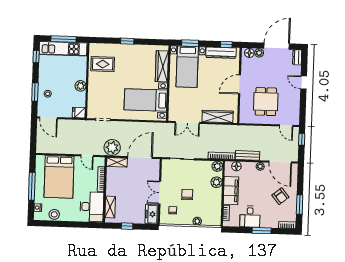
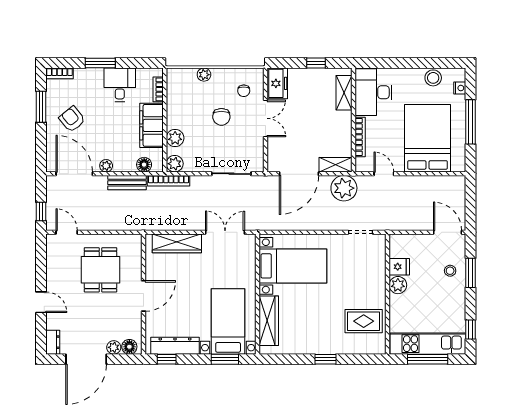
fridge: (79, 113) -> (399, 267), moved

